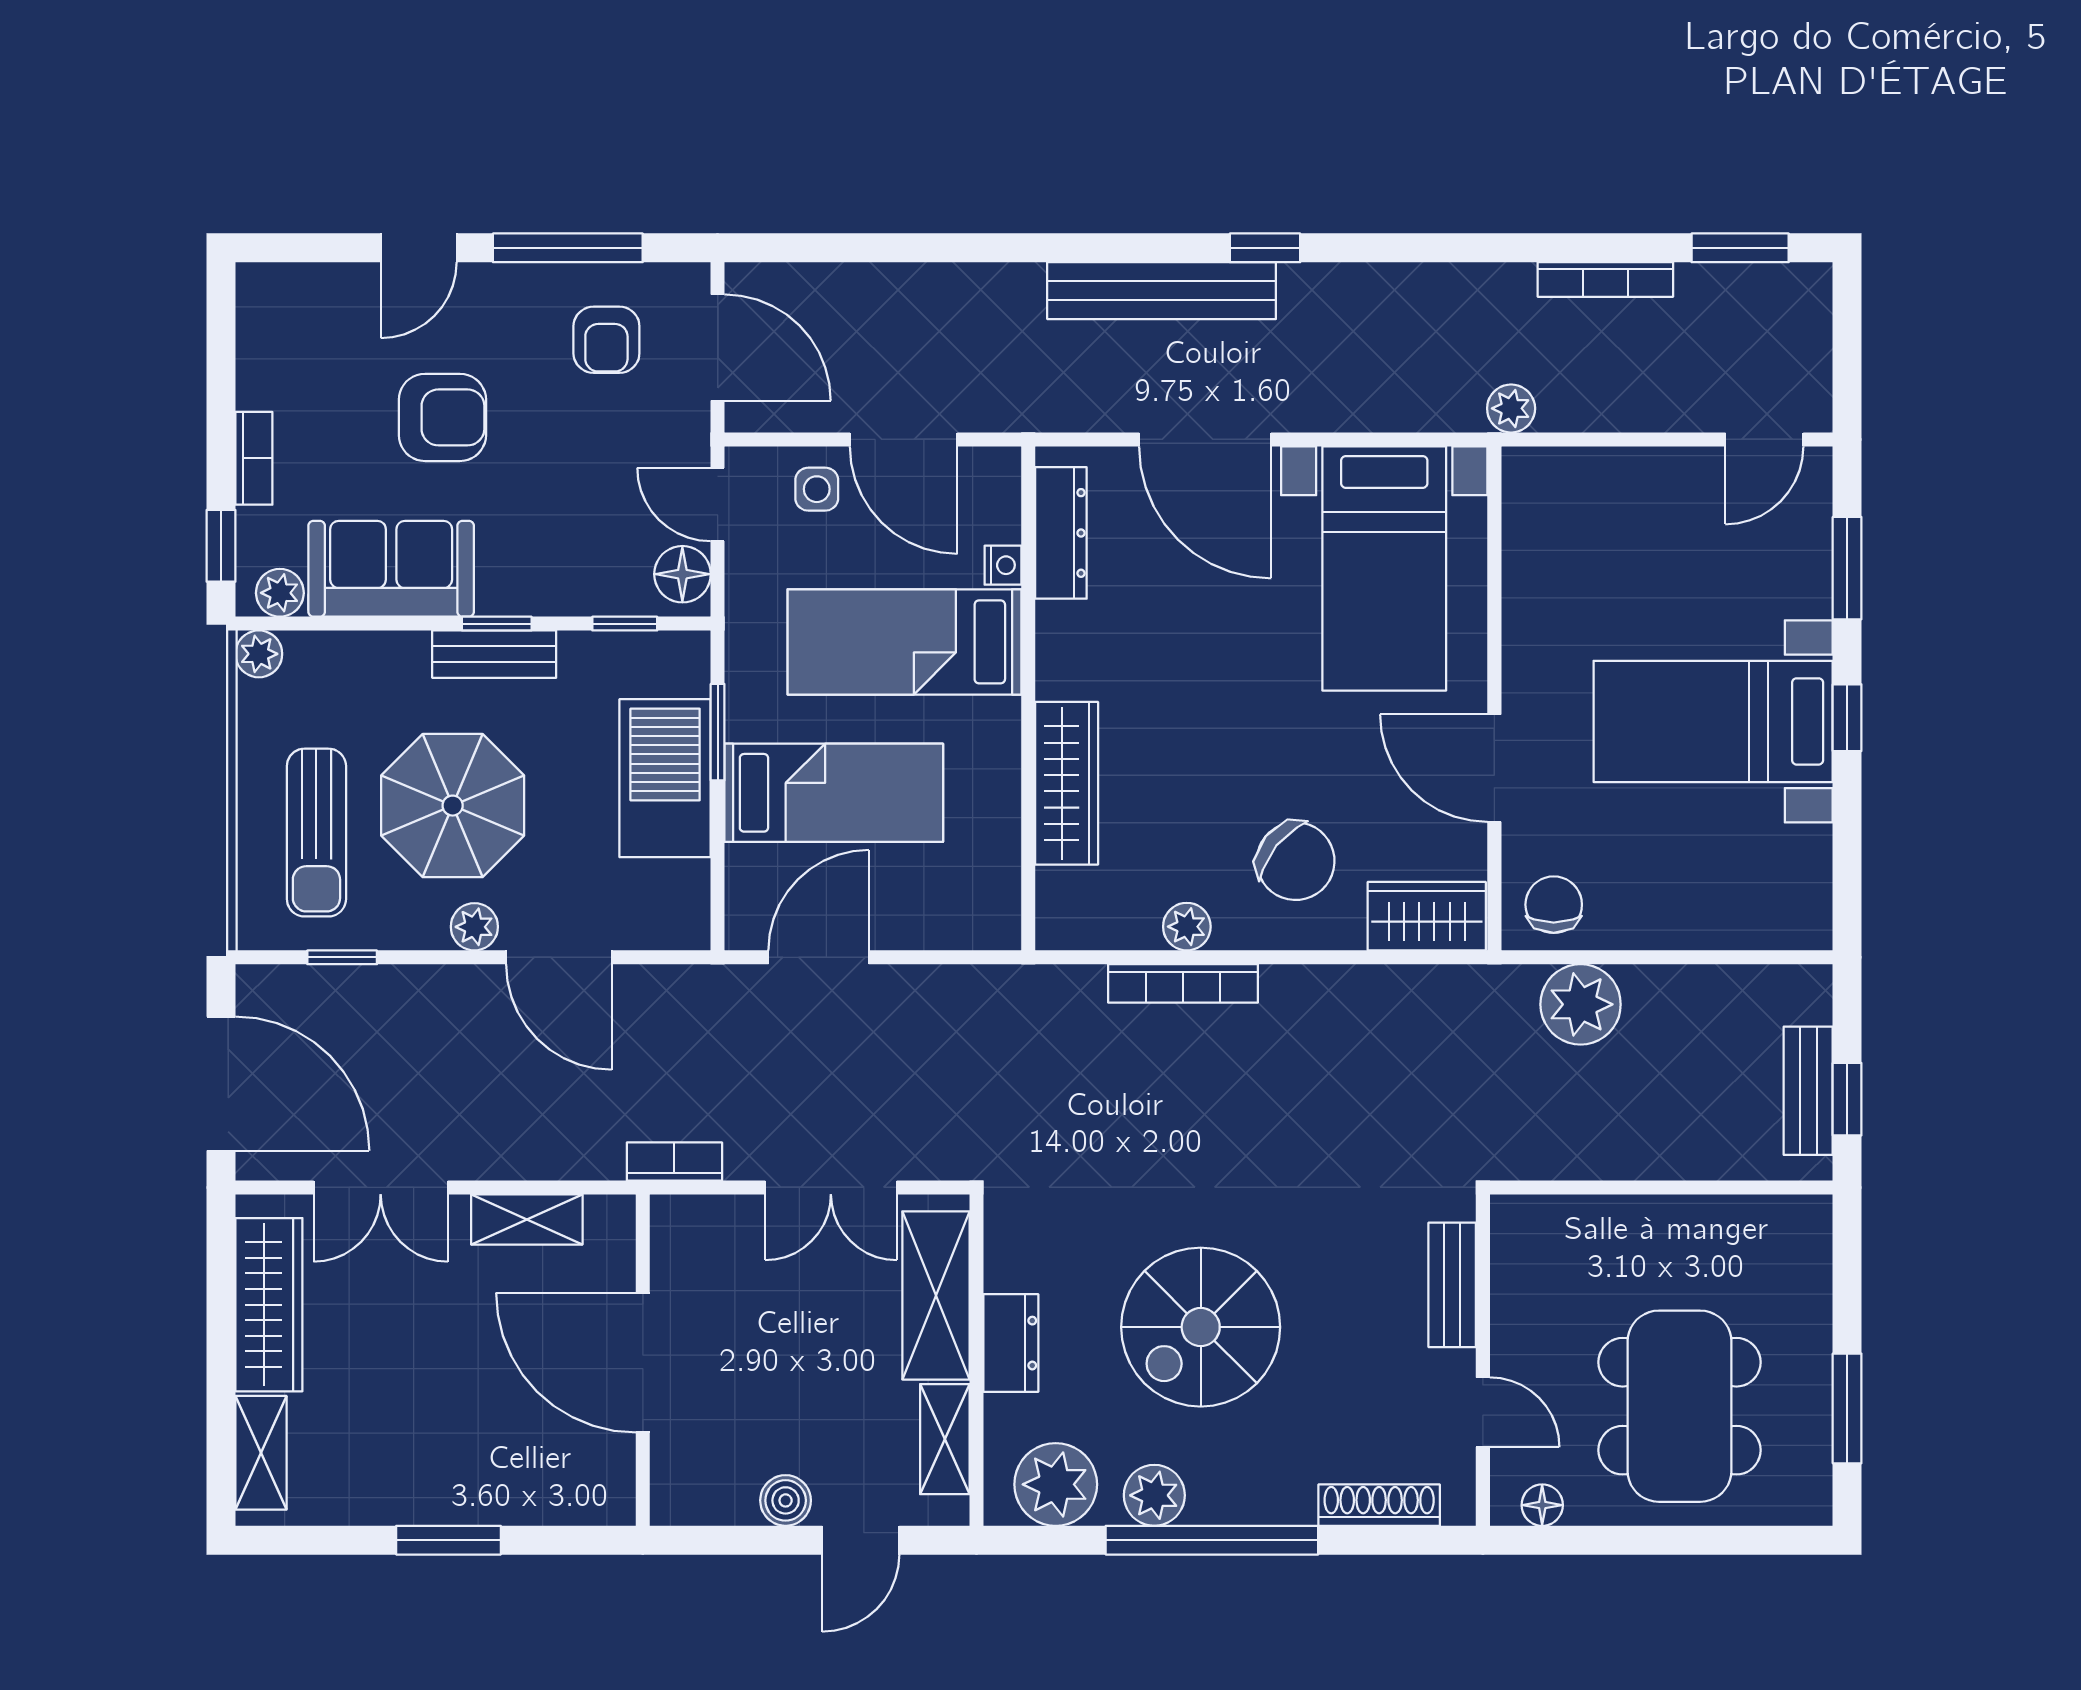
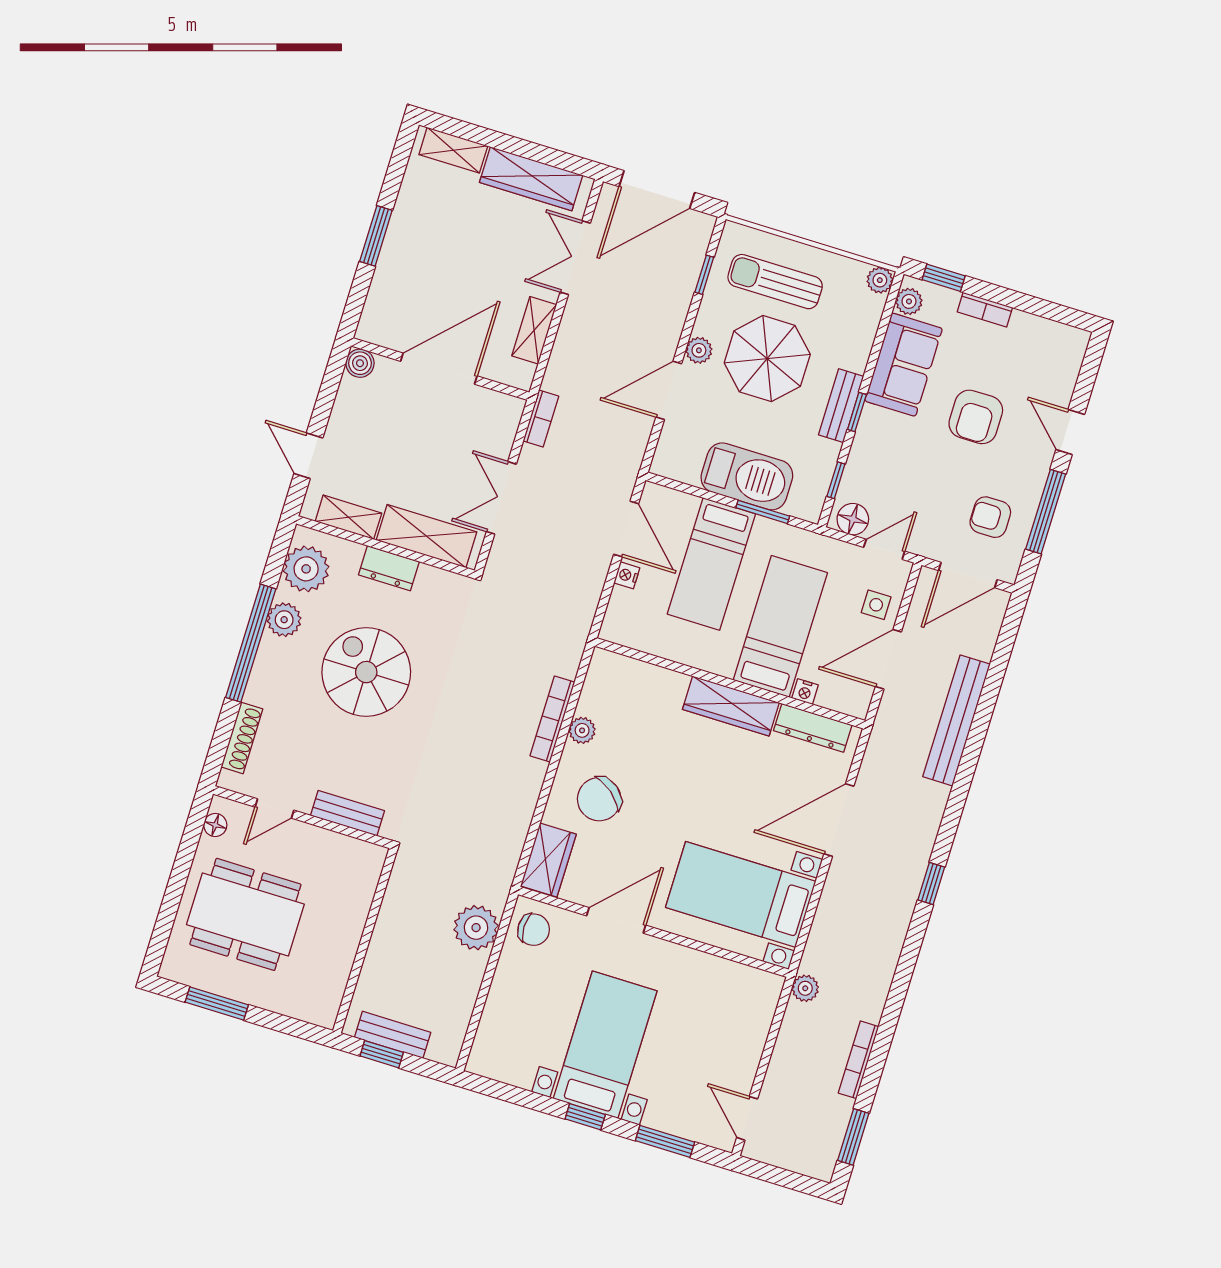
bench: (1162, 291) -> (956, 720), moved
wardrobe: (1067, 783) -> (731, 706), moved
nightstand: (898, 932) -> (627, 575), added
boiler: (786, 1500) -> (360, 363), moved

